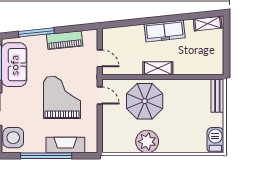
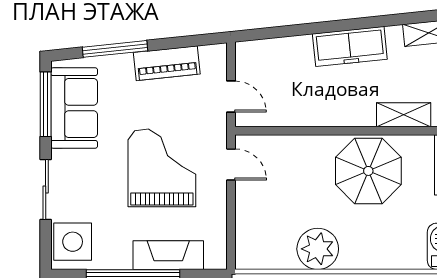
shelving: (158, 68) -> (404, 115), moved
parasol: (145, 101) -> (368, 171), moved

